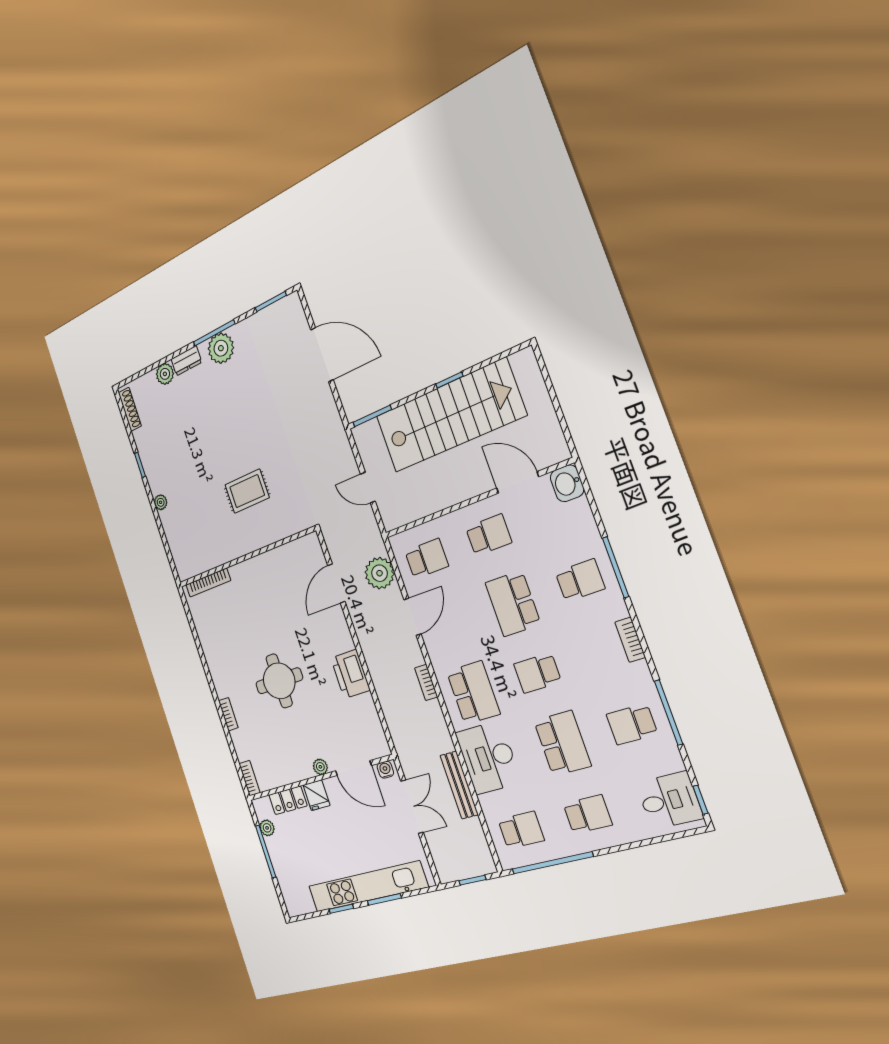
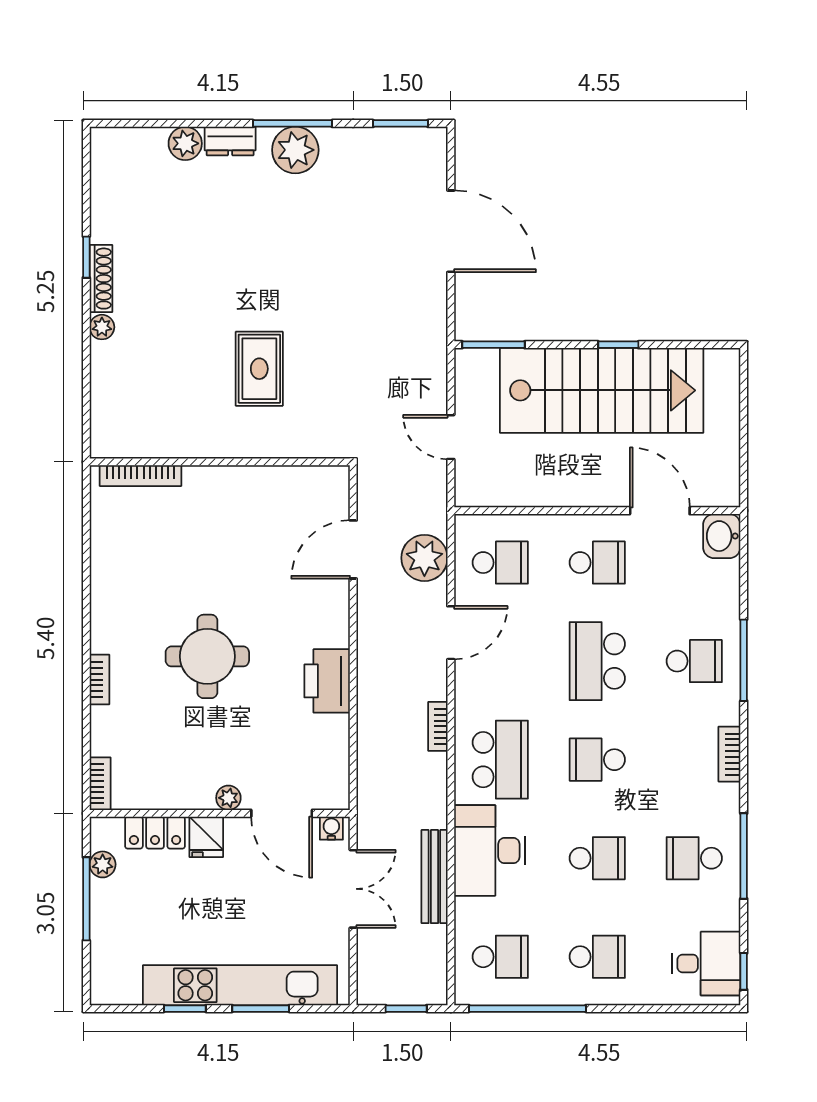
shoe rack: (130, 409) -> (101, 279), moved
rug: (247, 491) -> (259, 369), turned 90
school desk: (562, 743) -> (597, 858), width x0.54

